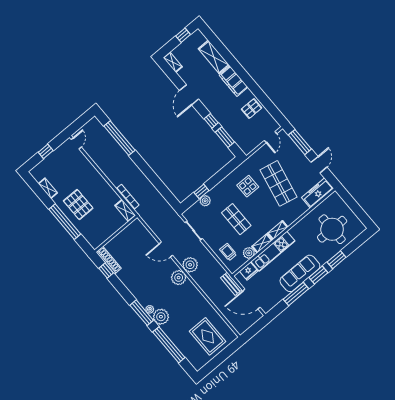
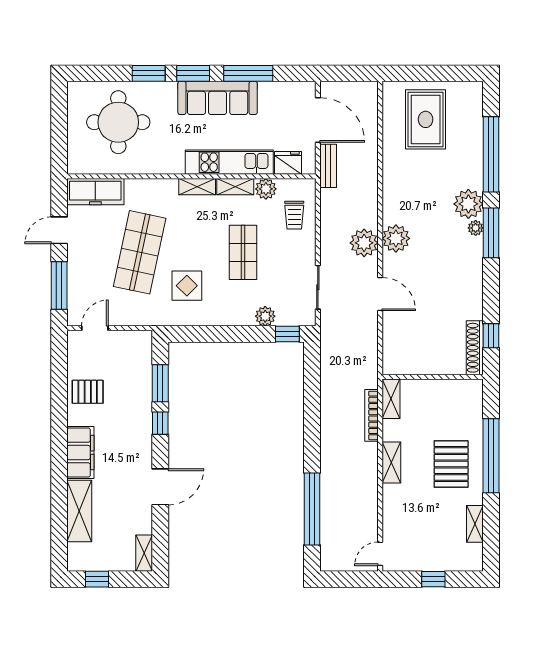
shelving: (103, 185) -> (391, 462), added
window: (201, 191) -> (287, 334), moved

